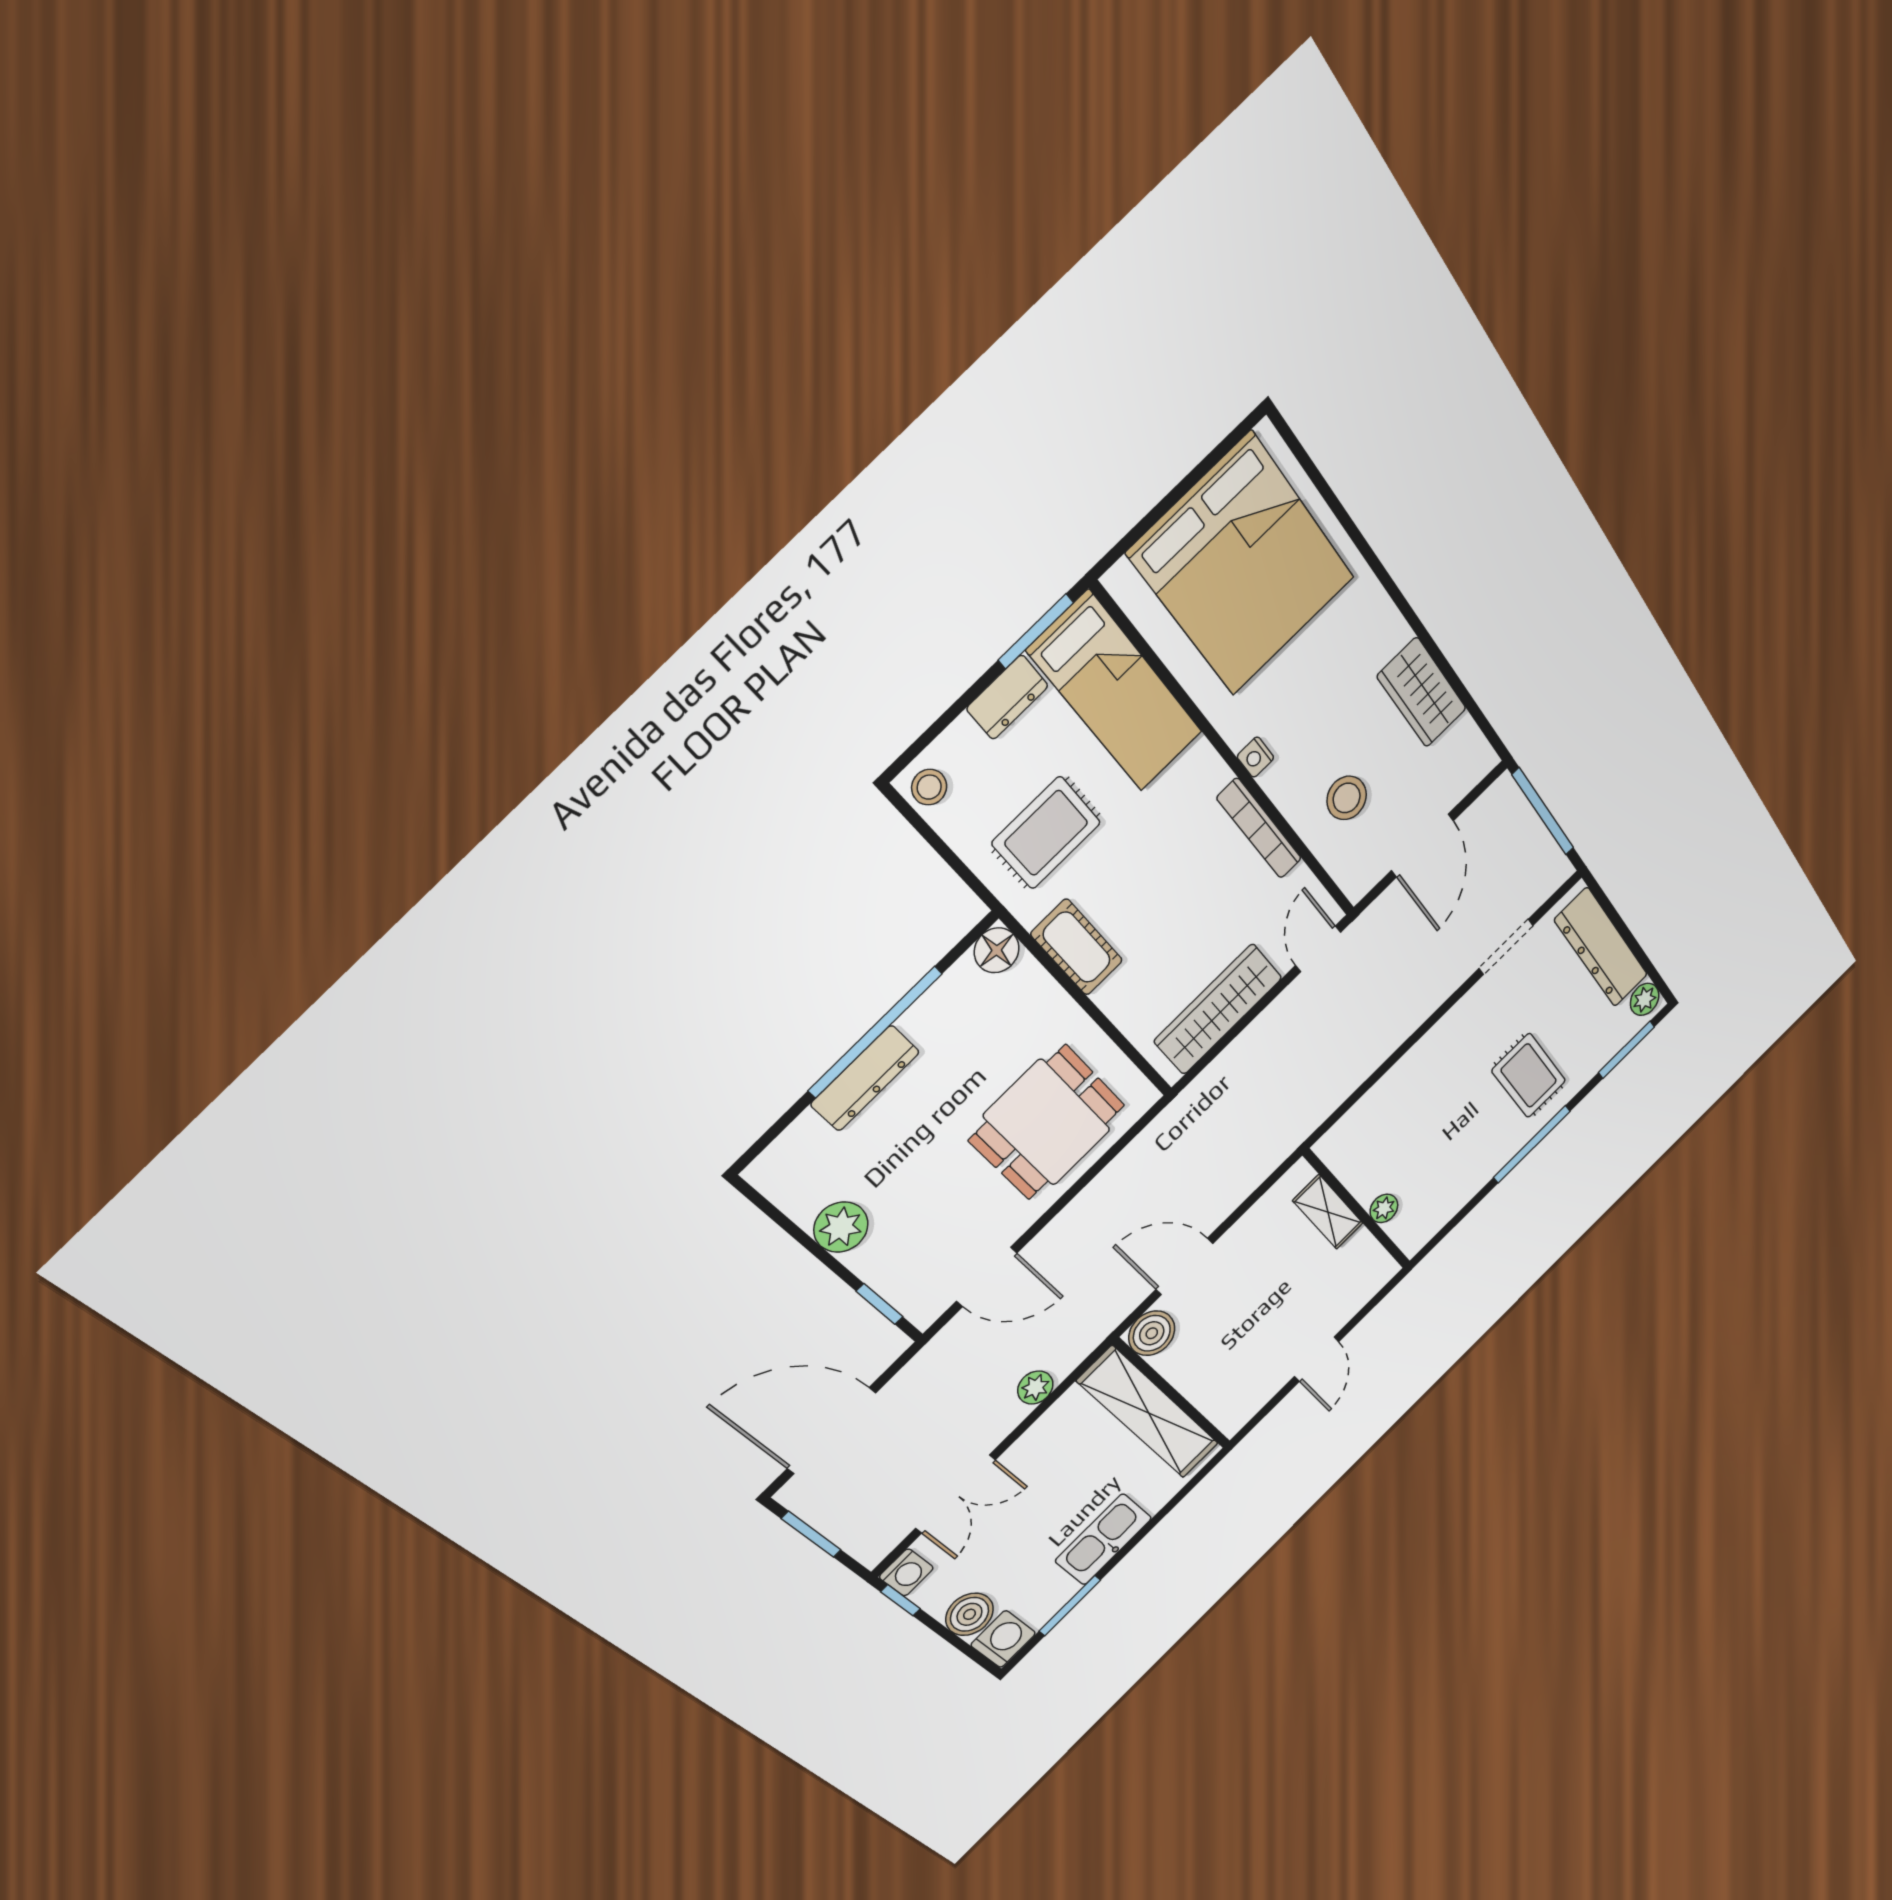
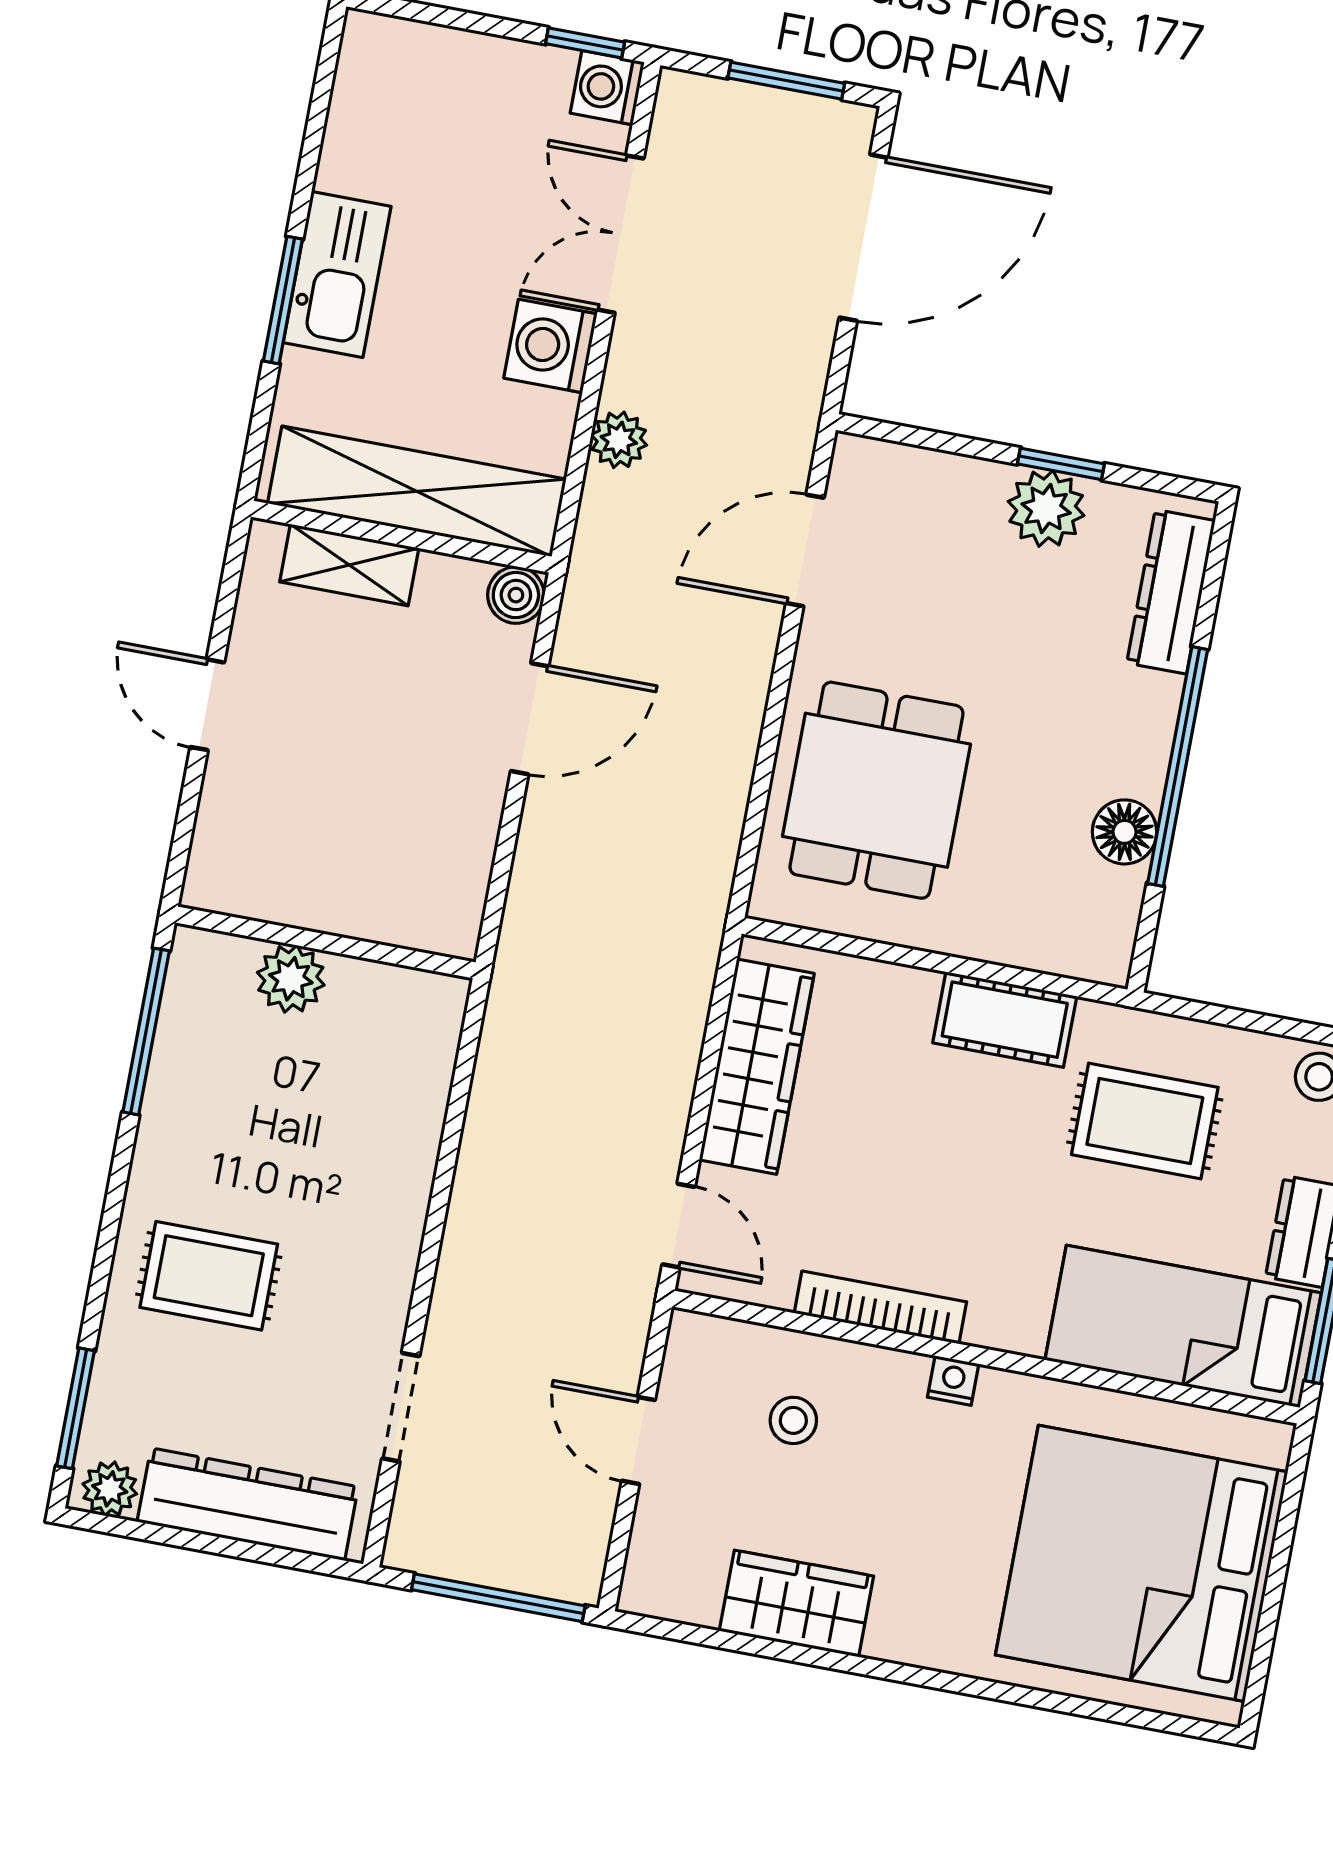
stool: (1347, 798) -> (793, 1420), width x0.73, depth x0.73
rug: (1046, 833) -> (1145, 1121), turned 90
door: (1422, 846) -> (638, 1440), width x0.73
floor lamp: (997, 950) -> (1124, 832), moved
dresser: (865, 1078) -> (1171, 592), moved
window: (1532, 1144) -> (146, 1031), moved
plant: (1384, 1208) -> (291, 979), width x1.38, depth x1.38
shelving: (1328, 1212) -> (349, 565), moved
window: (880, 1304) -> (1061, 464), moved
boiler: (1152, 1333) -> (516, 595), width x0.73, depth x0.73
window: (1070, 1606) -> (283, 300), moved
boiler: (970, 1614) -> (462, 68), removed
washing machine: (1003, 1639) -> (550, 346), moved, turned 90

